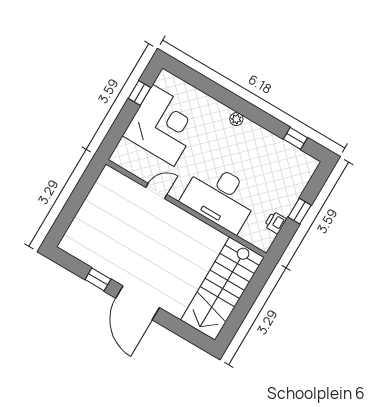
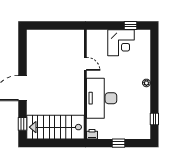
corner desk: (163, 125) -> (121, 43), width x0.74, depth x0.74
printer: (275, 223) -> (92, 134), moved
window: (98, 279) -> (23, 124), moved

